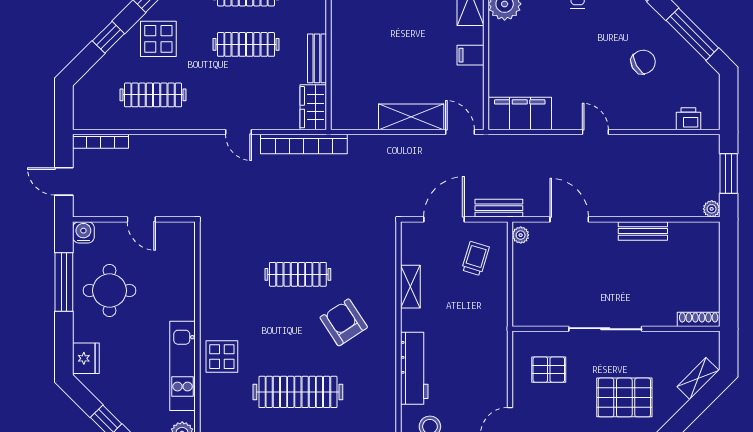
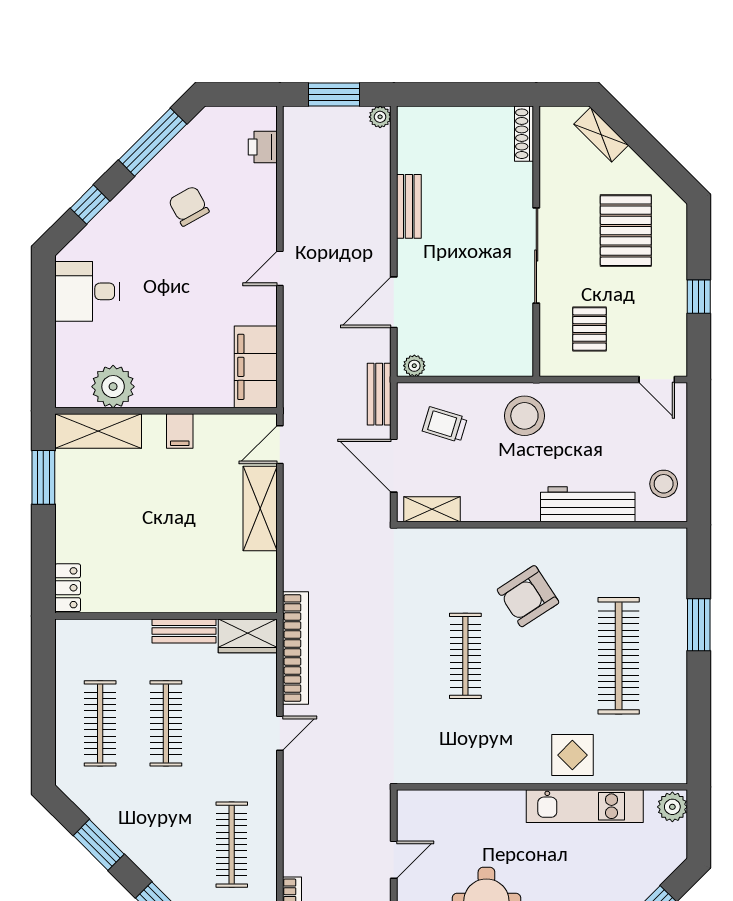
display table: (158, 39) -> (159, 838), removed
shelving: (410, 287) -> (432, 509), moved
stool: (482, 320) -> (524, 416), added

